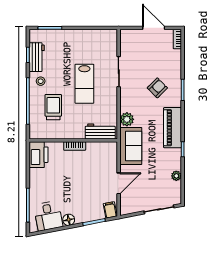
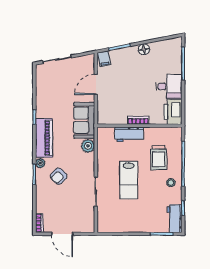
workbench: (37, 57) -> (175, 219), moved
lab bench: (84, 84) -> (129, 180), turned 180
workbench: (100, 131) -> (129, 134), moved
plant: (176, 176) -> (40, 163), moved
desk: (48, 216) -> (169, 86), moved, turned 101

